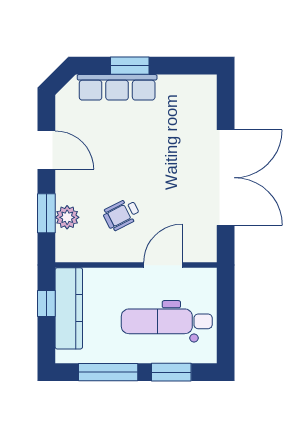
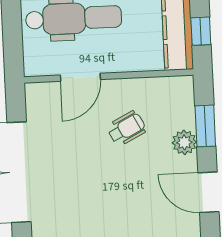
plant: (67, 217) -> (184, 142), moved

